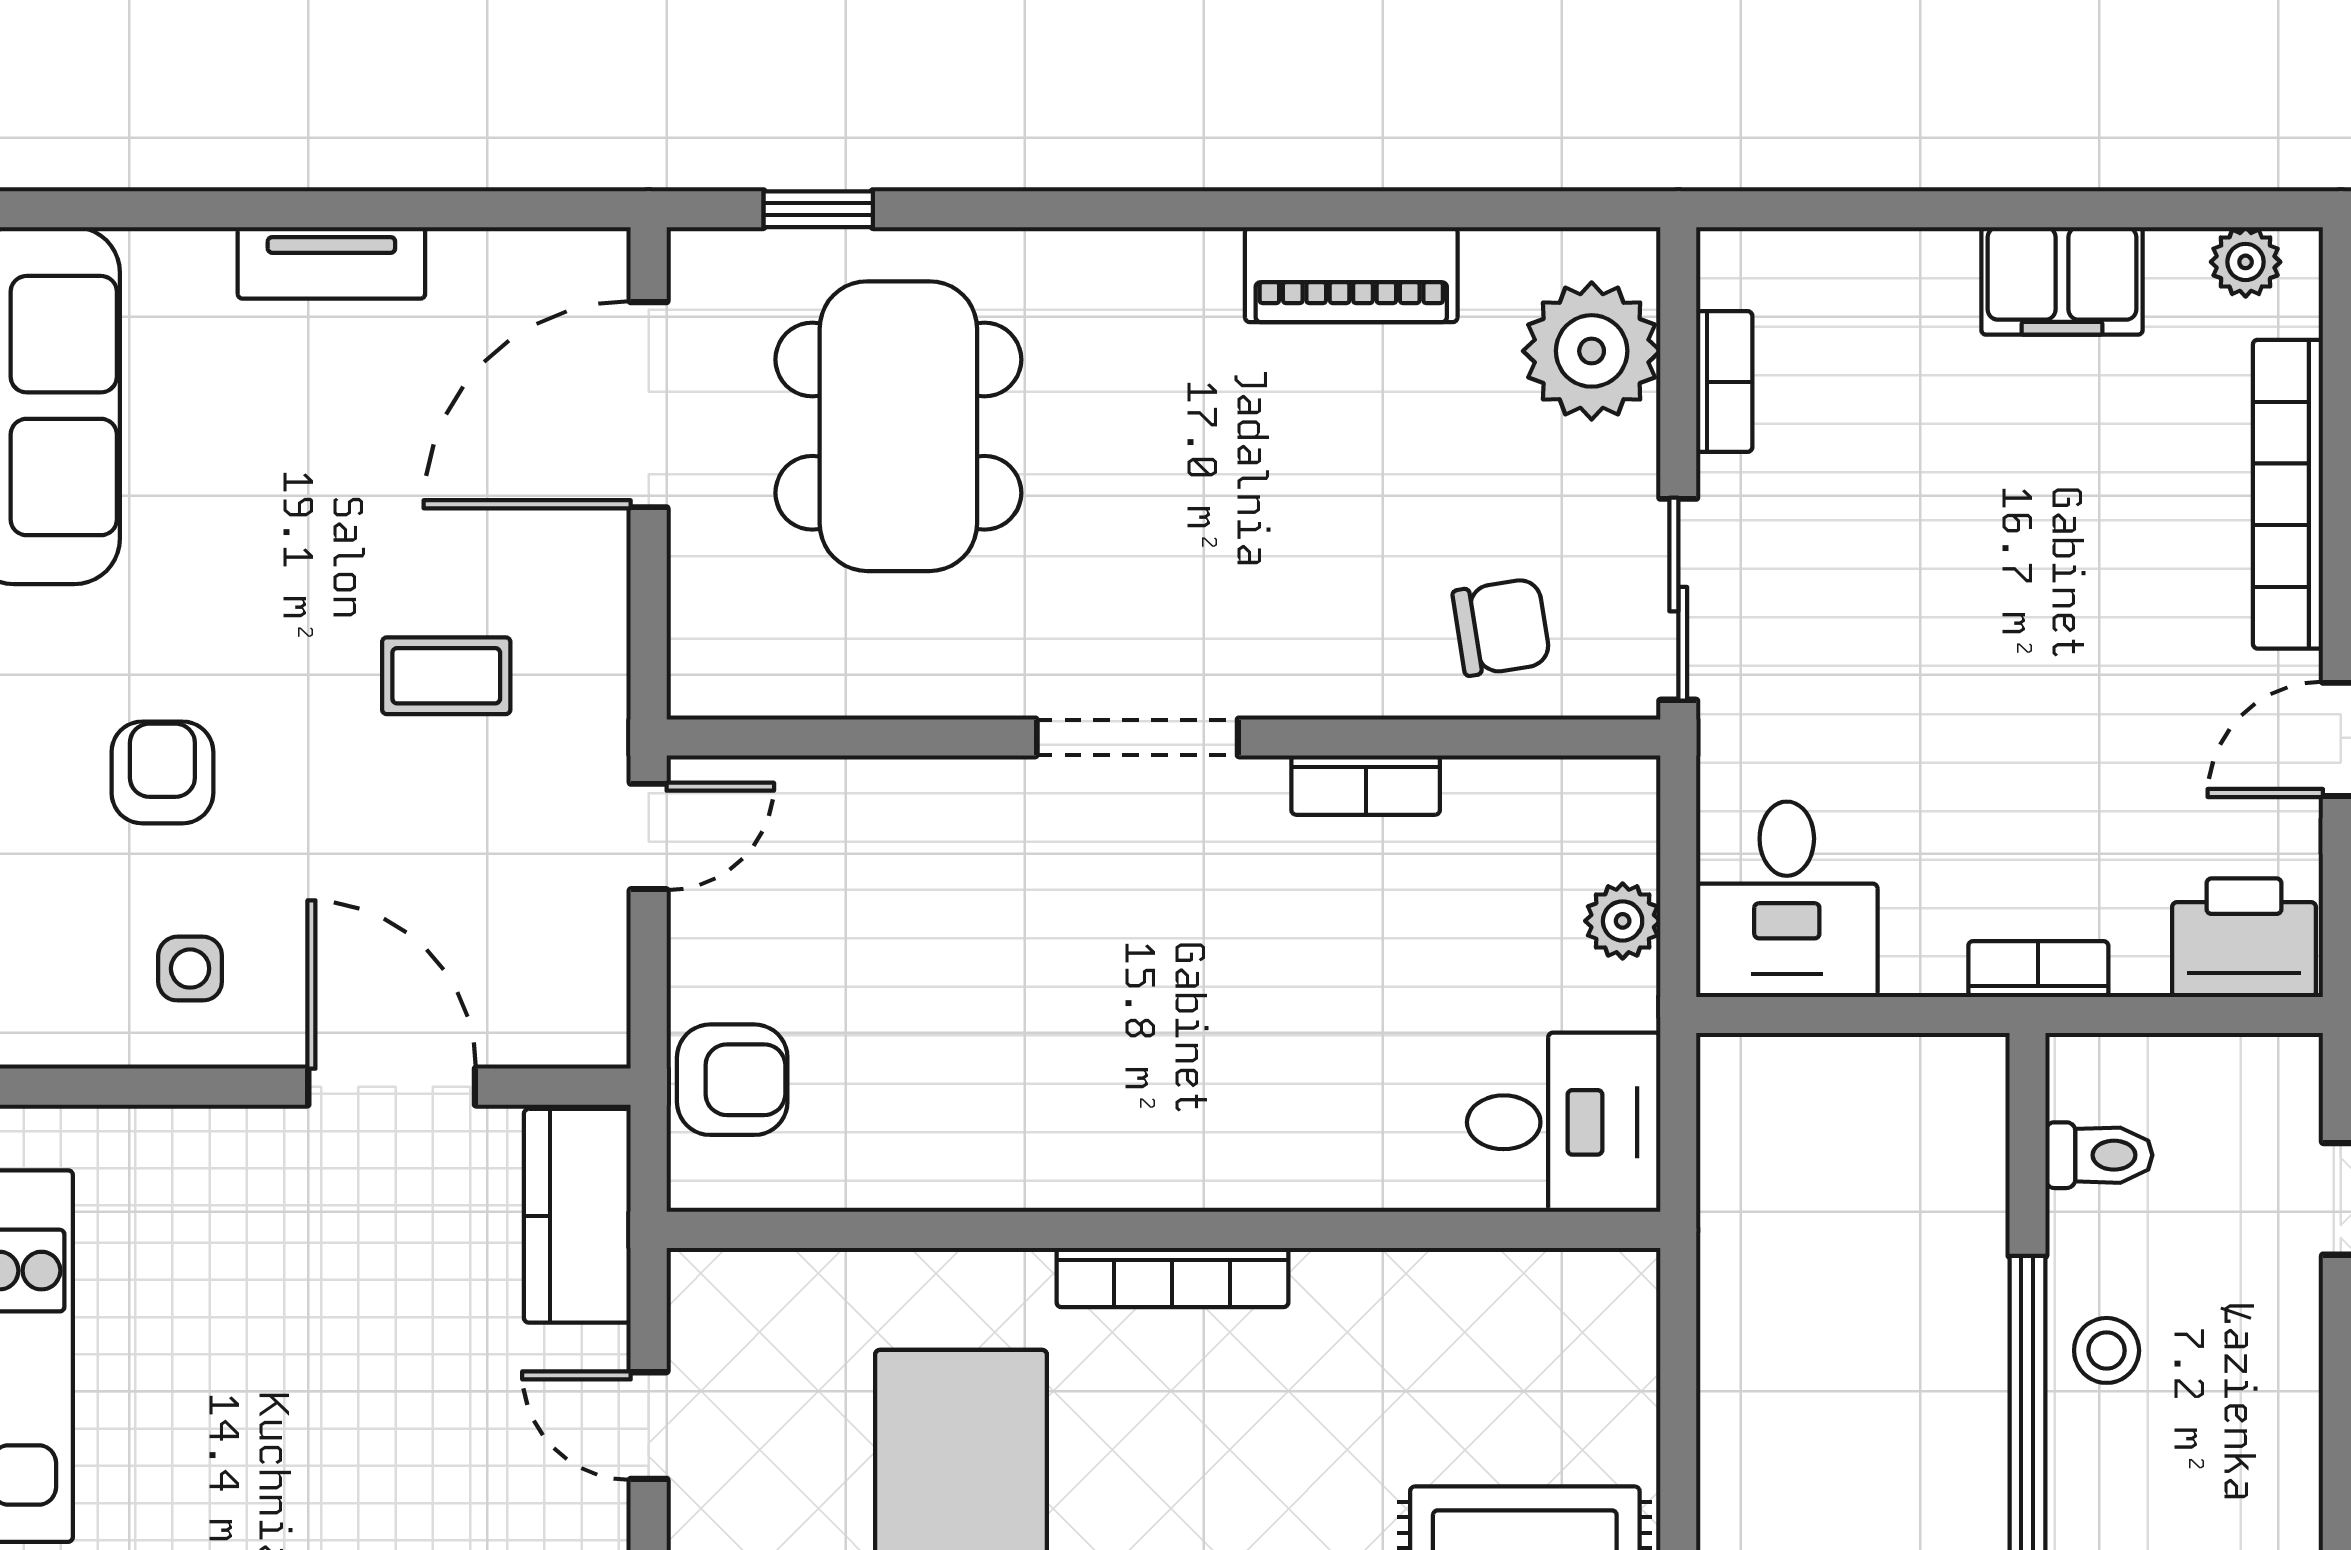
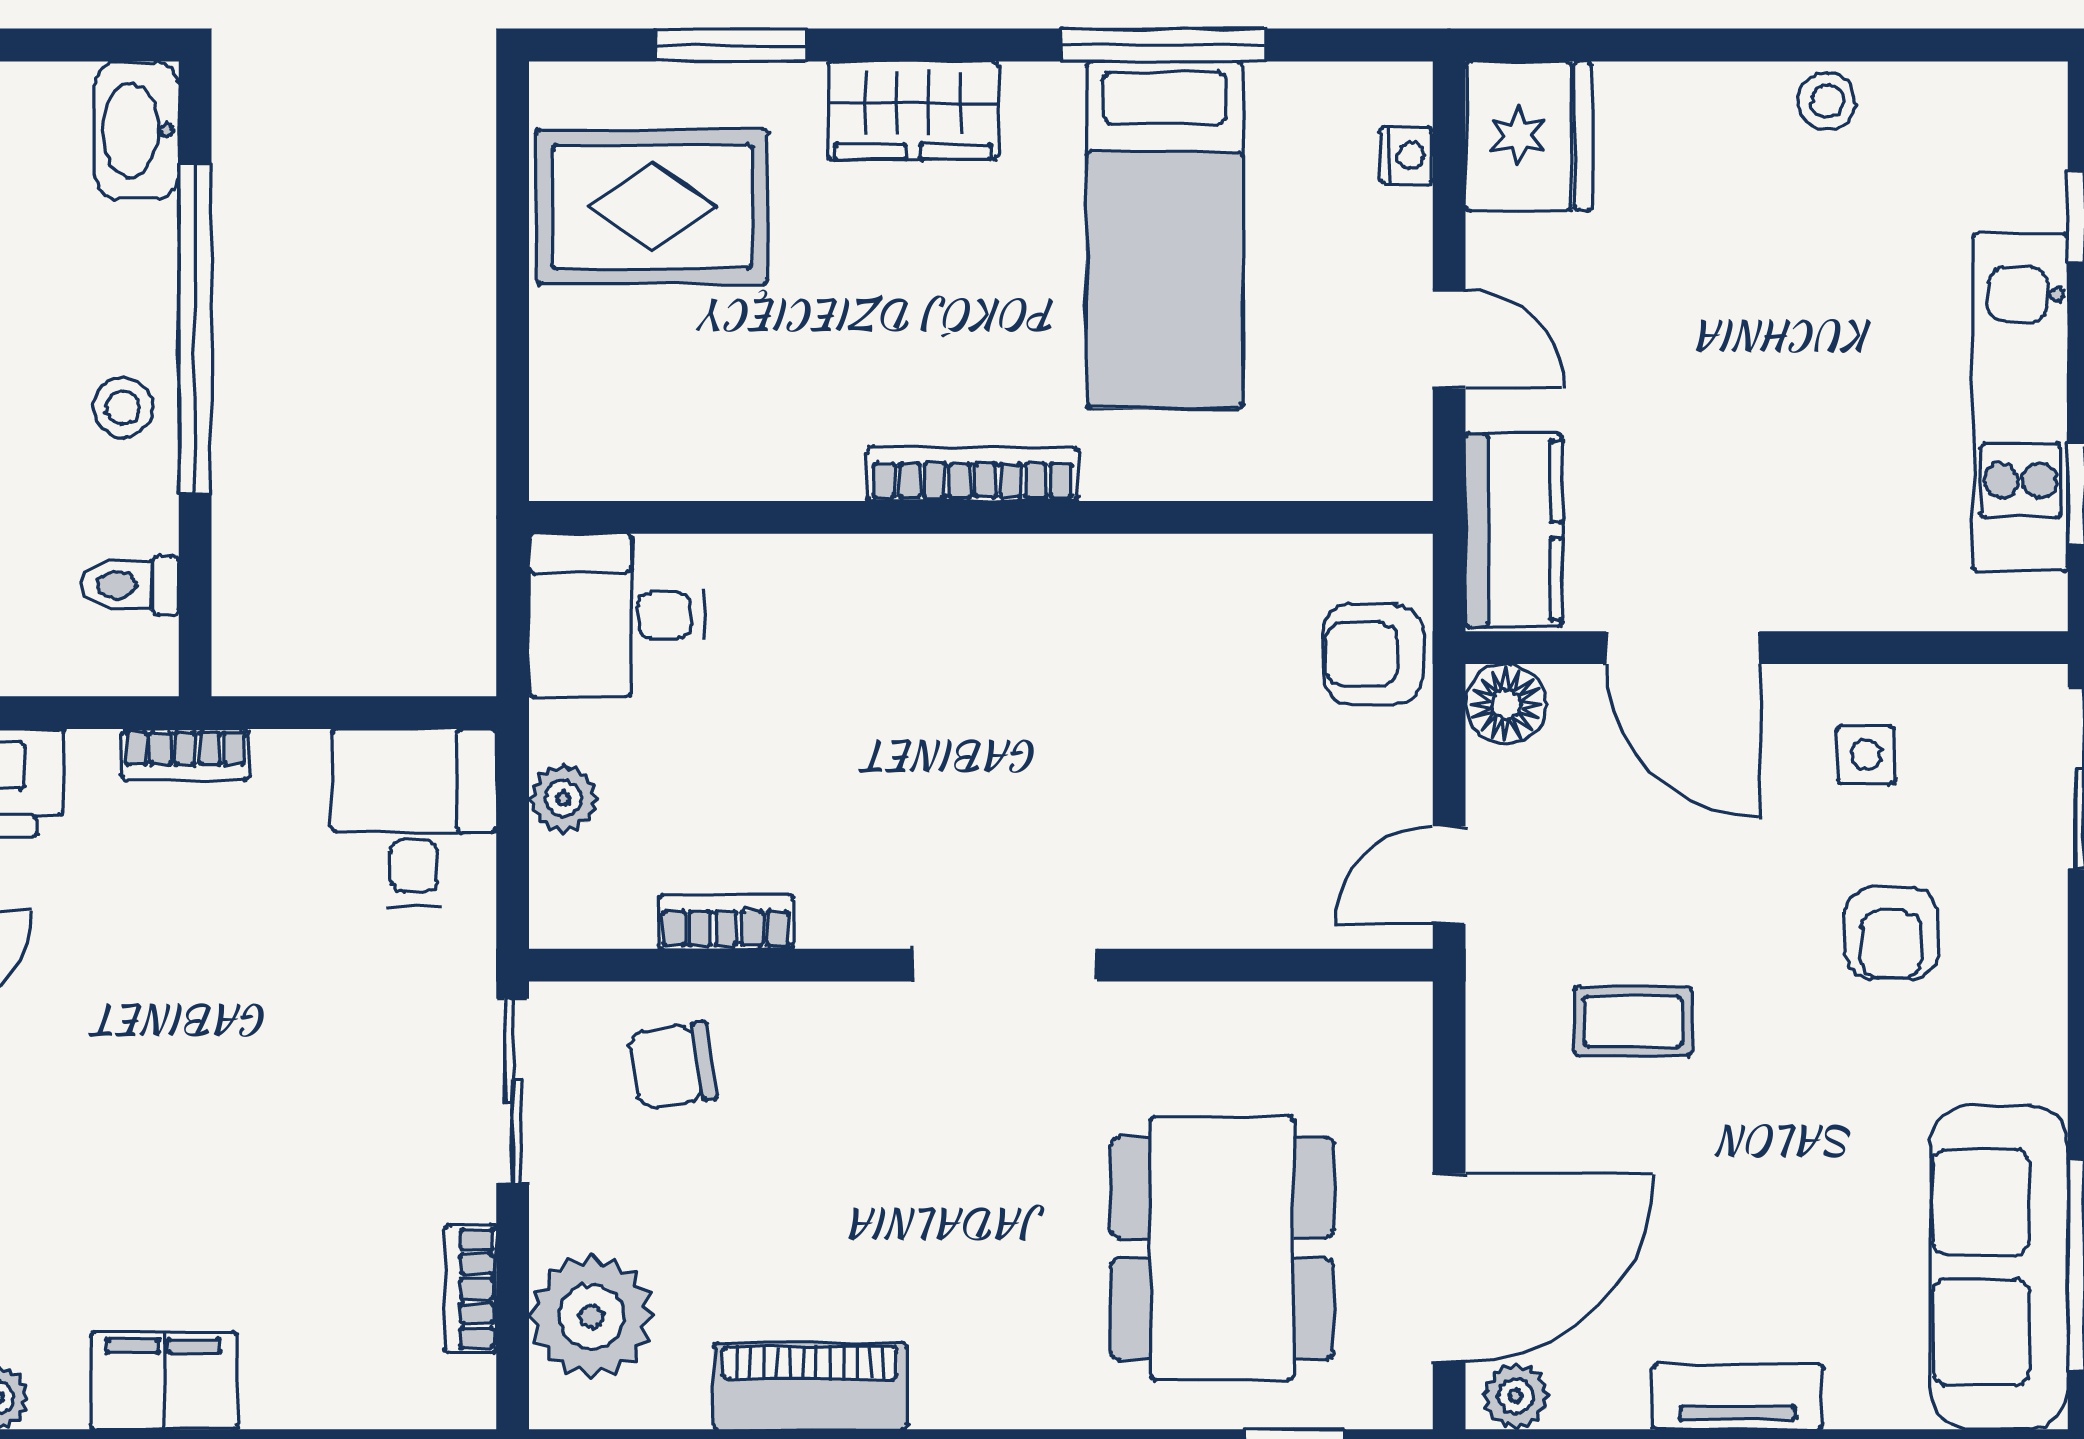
plant: (575, 263) -> (1516, 1396), added
bookcase: (1366, 785) -> (726, 922), moved
floor lamp: (586, 1024) -> (1506, 704), added

